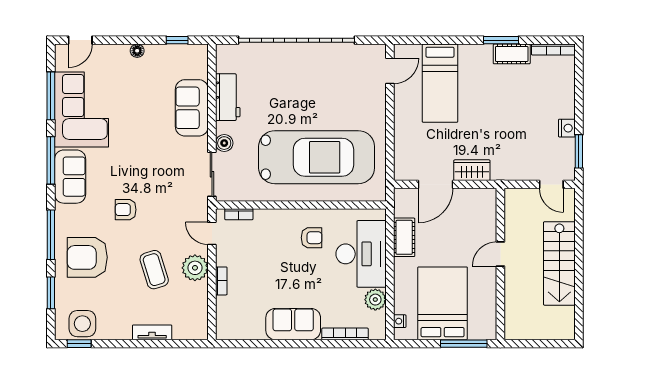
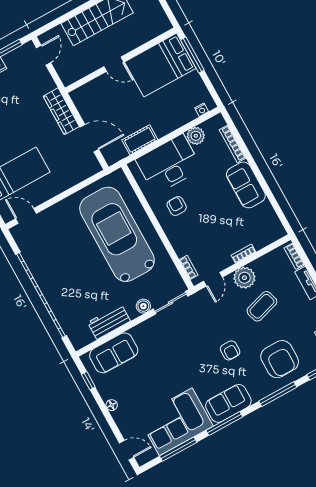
sofa: (192, 108) -> (114, 353), moved
wardrobe: (472, 170) -> (61, 111), width x1.50
bed: (443, 303) -> (160, 65), moved
bookcase: (188, 334) -> (294, 256), added

